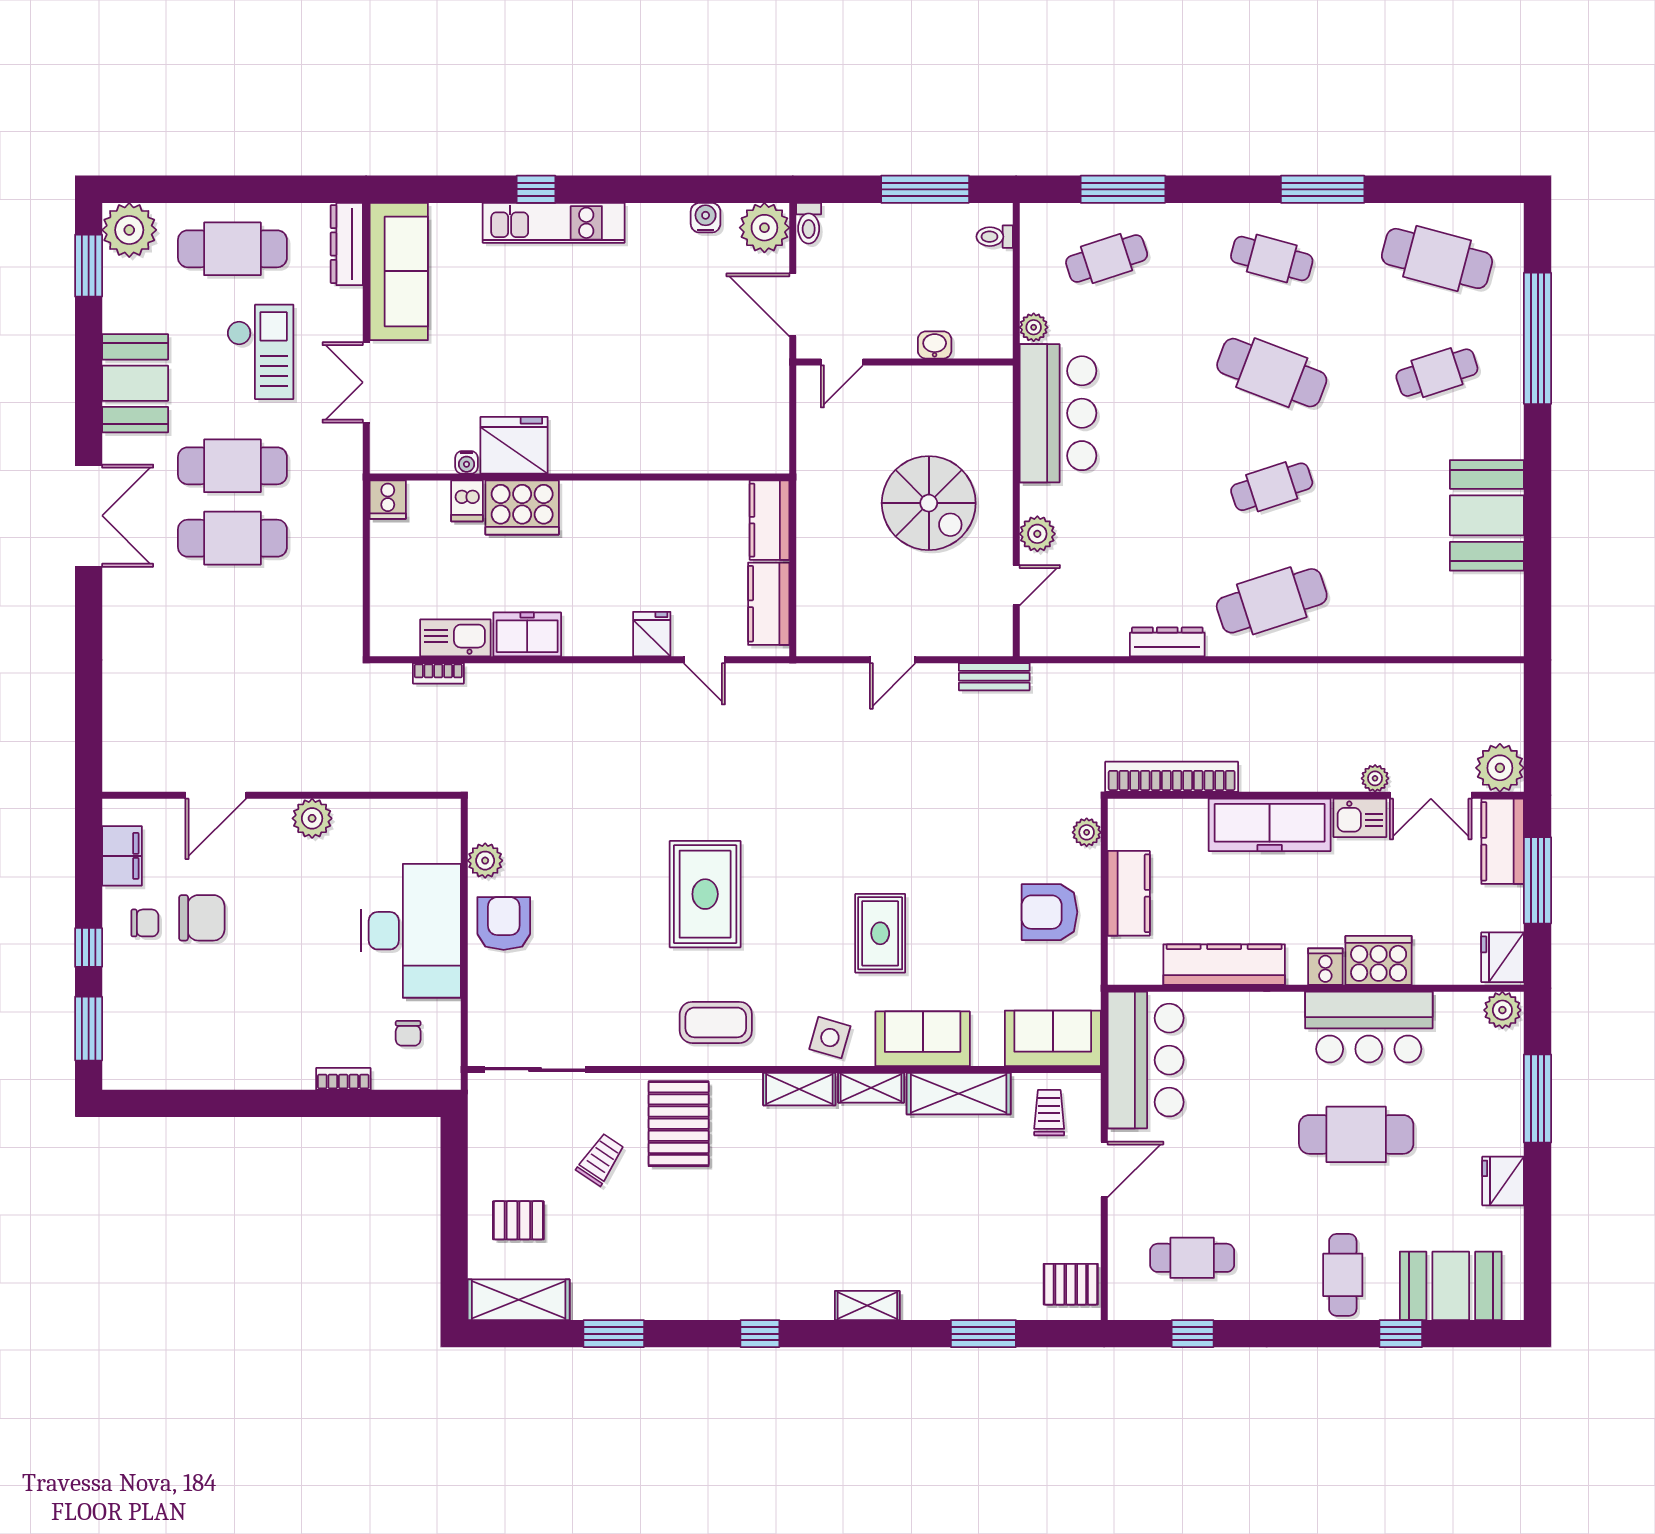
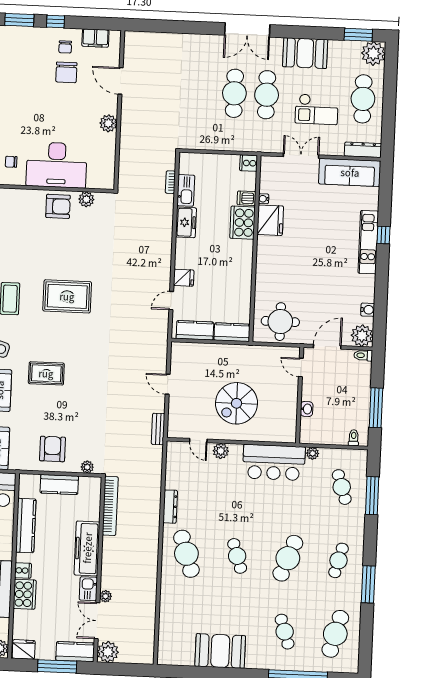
round table: (741, 413) -> (280, 322), added

